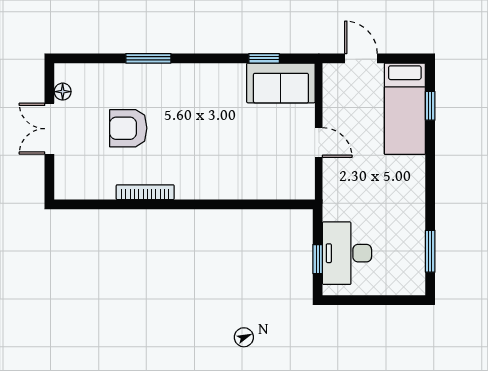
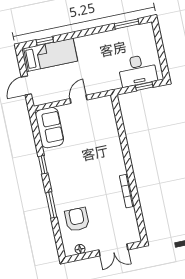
window: (264, 58) -> (43, 165), moved
armchair: (128, 128) -> (77, 219), moved, turned 180
double door: (49, 129) -> (113, 250), moved

